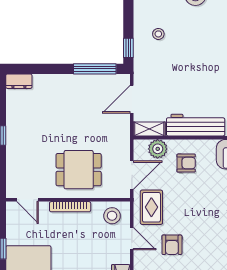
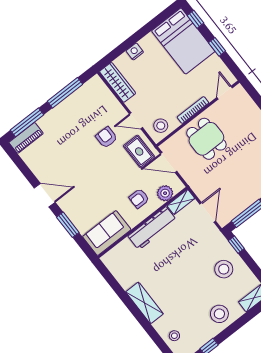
stool: (158, 34) -> (224, 269), width x1.89, depth x1.89
dining table: (79, 170) -> (206, 139), turned 90
door: (132, 175) -> (169, 163), hinge flipped
door: (27, 200) -> (225, 93), hinge flipped

